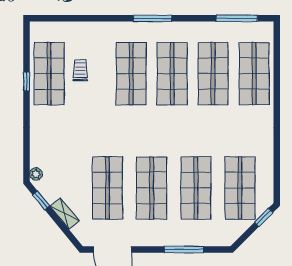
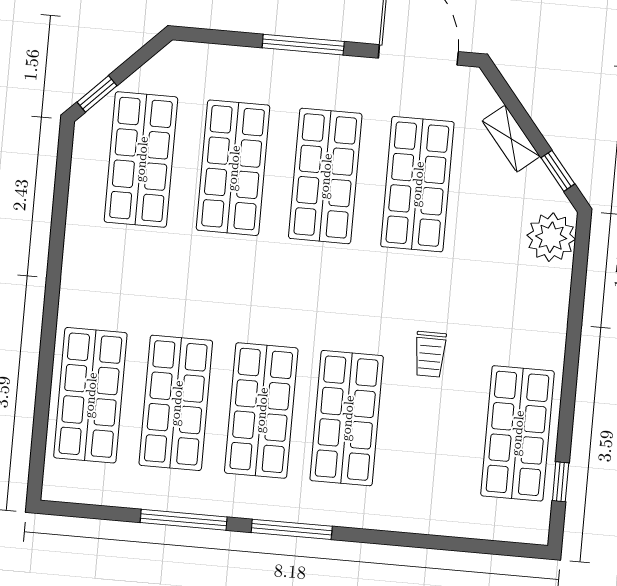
window: (237, 18) -> (184, 520), moved
trolley: (80, 70) -> (430, 354), moved
window: (27, 81) -> (561, 482), moved
plant: (36, 174) -> (551, 237), width x1.88, depth x1.88
window: (184, 250) -> (303, 45), moved

